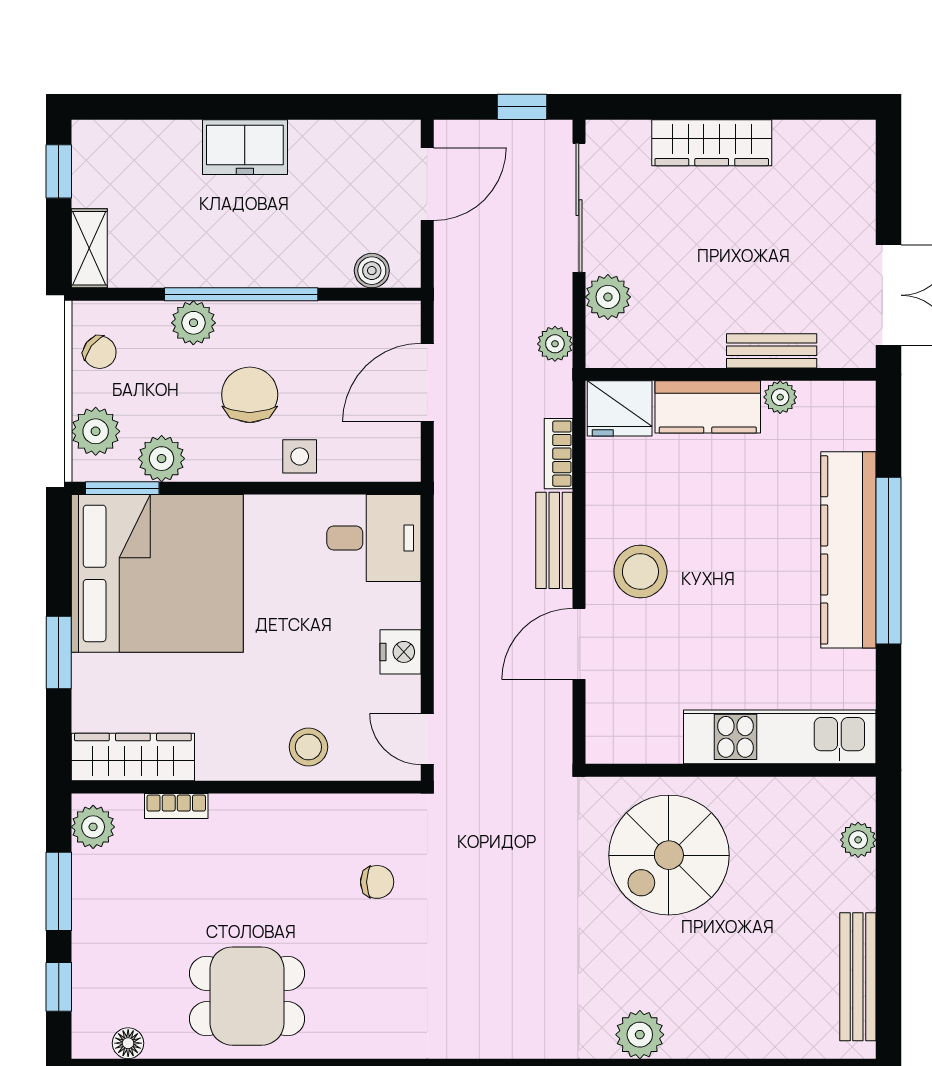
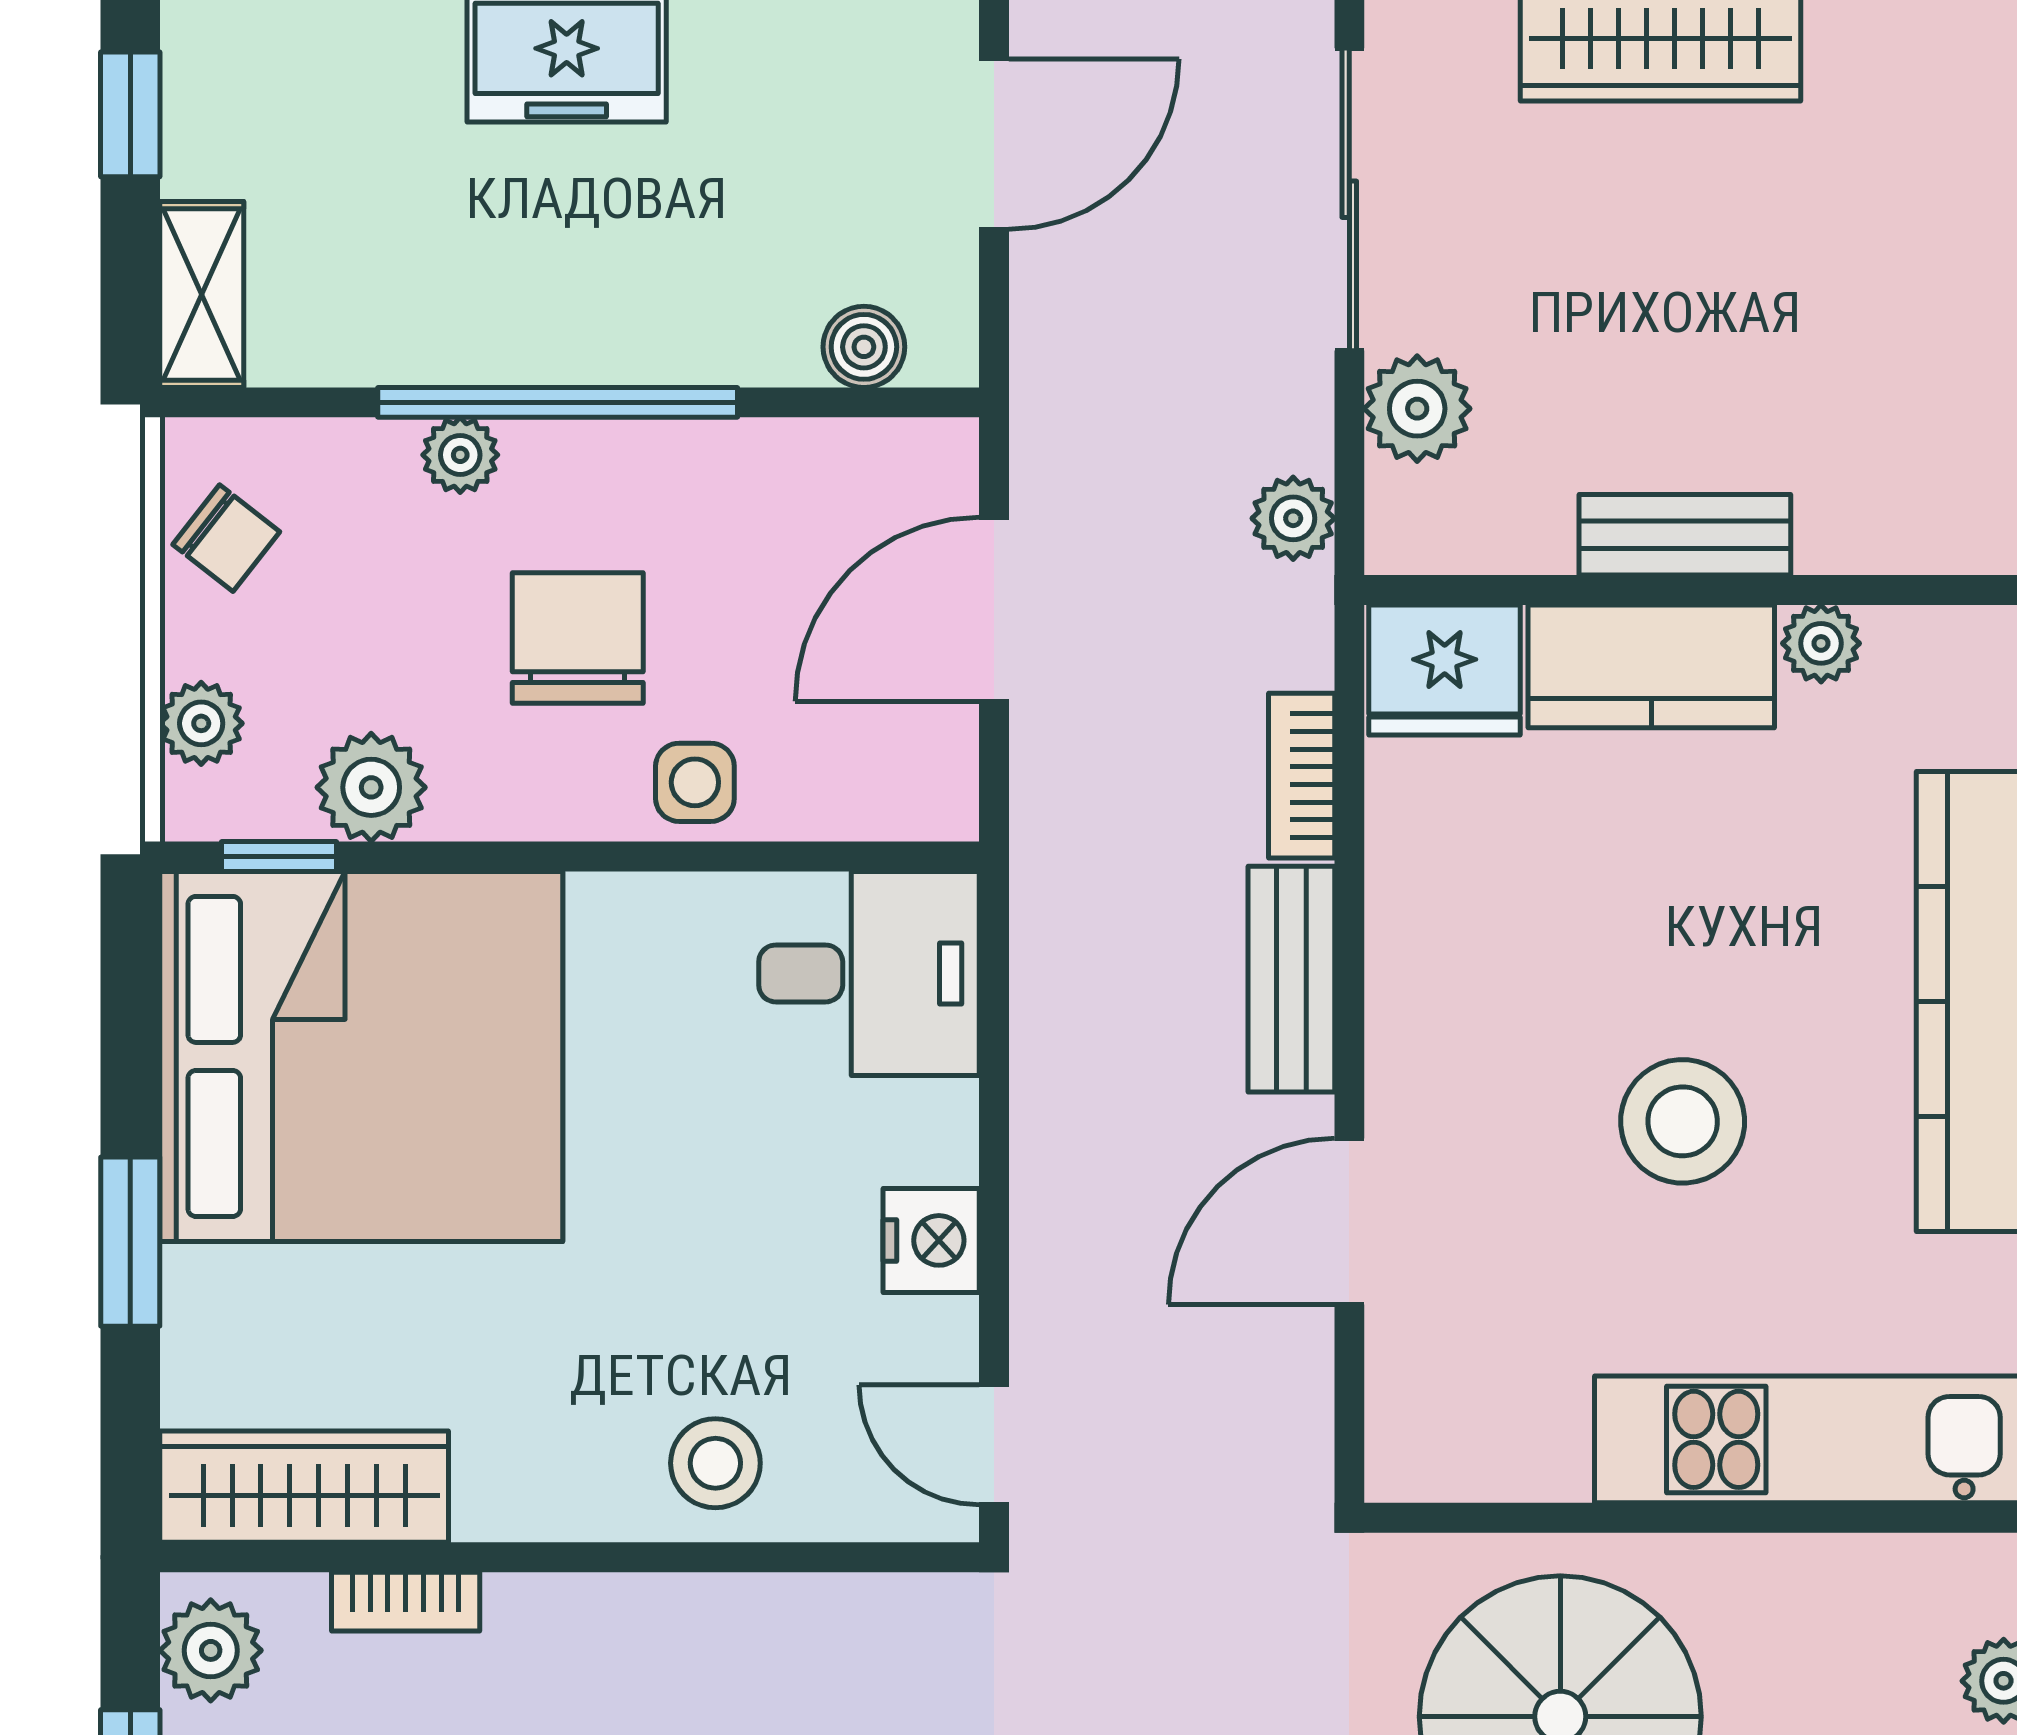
plant: (193, 323) -> (460, 455), width x0.73, depth x0.73
bench: (772, 351) -> (1685, 535), moved
plant: (96, 431) -> (201, 723), width x0.73, depth x0.73
window: (122, 488) -> (279, 856), width x0.67
stool: (640, 572) -> (1683, 1121), moved

